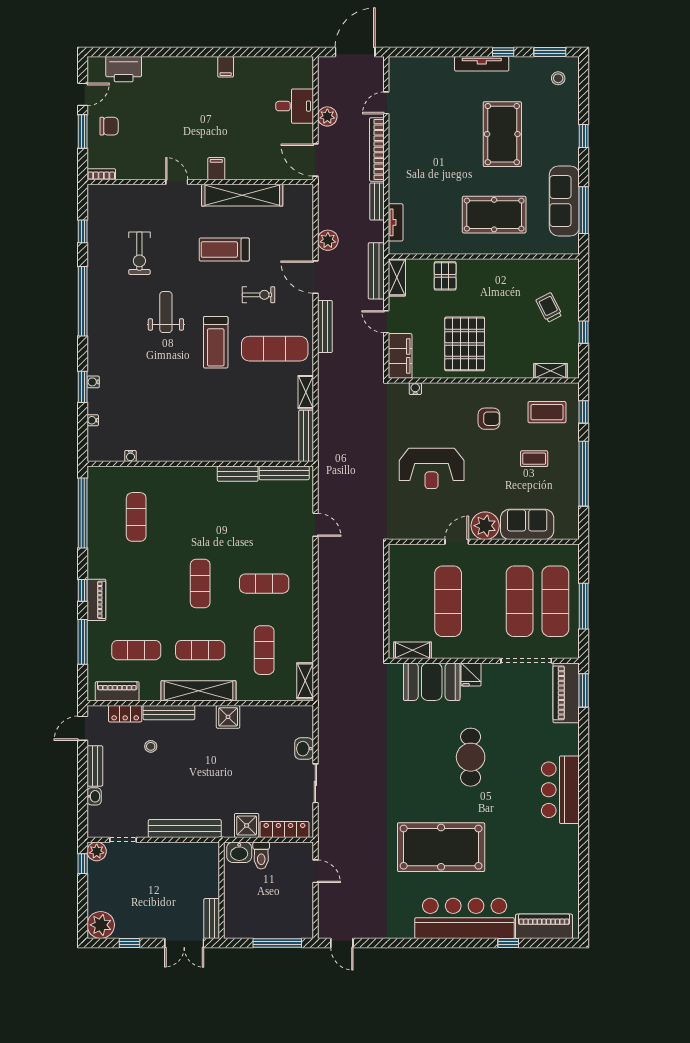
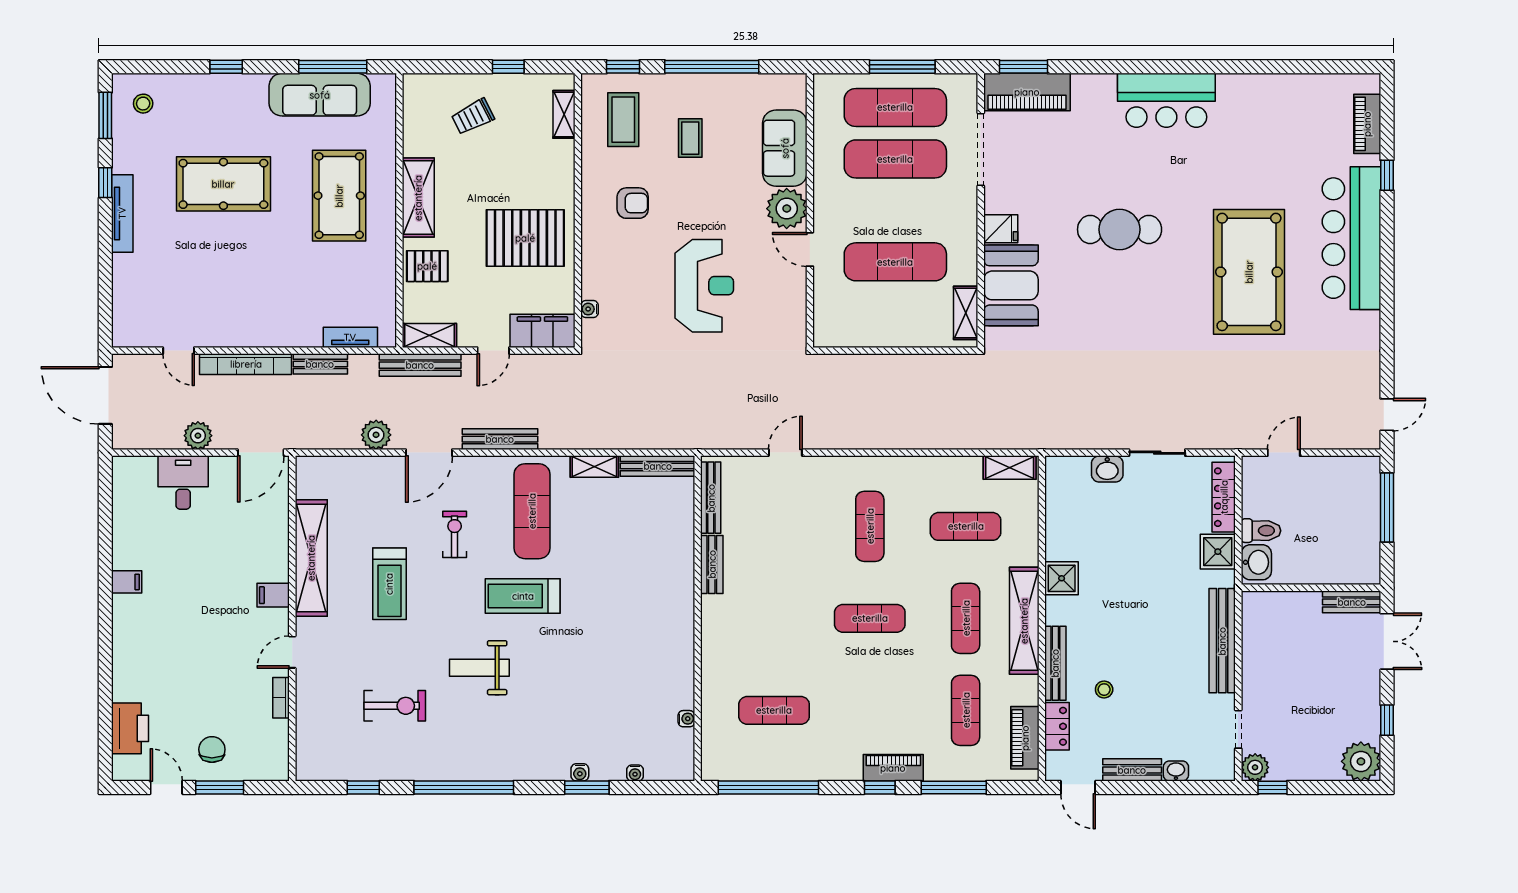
bookcase: (101, 174) -> (281, 698), moved
shelving: (493, 270) -> (418, 198), added
treadmill: (216, 342) -> (523, 596), turned 180
armchair: (489, 419) -> (633, 203), turned 90
piano: (544, 926) -> (1367, 124), width x0.73, depth x0.75

